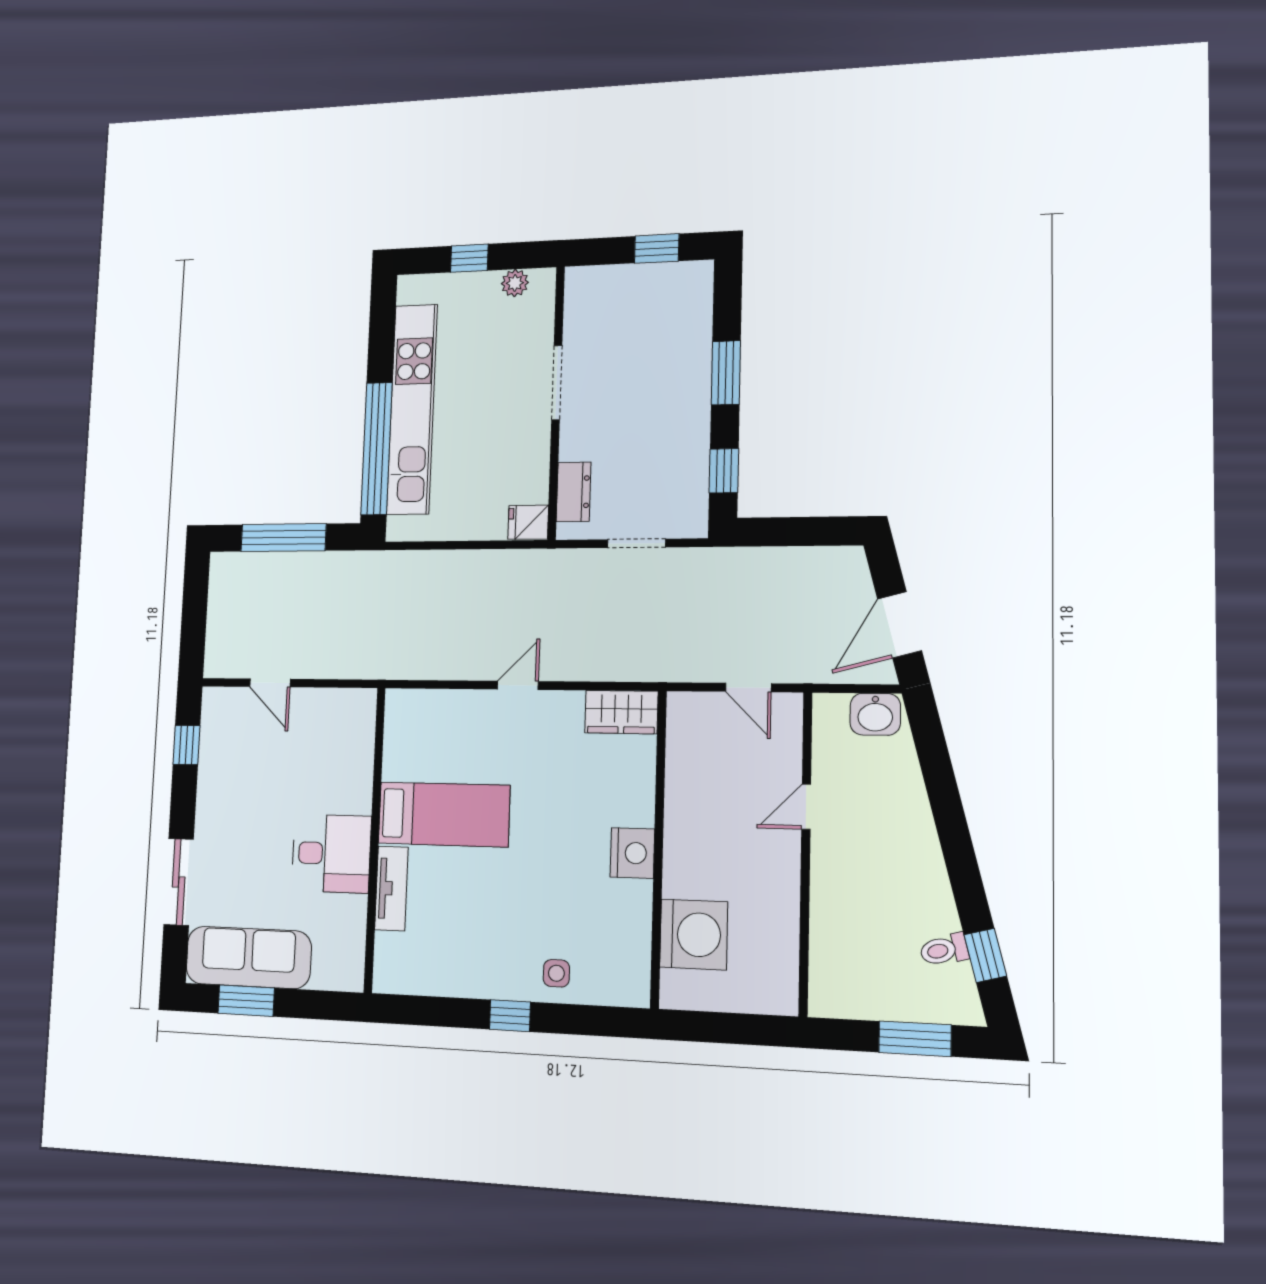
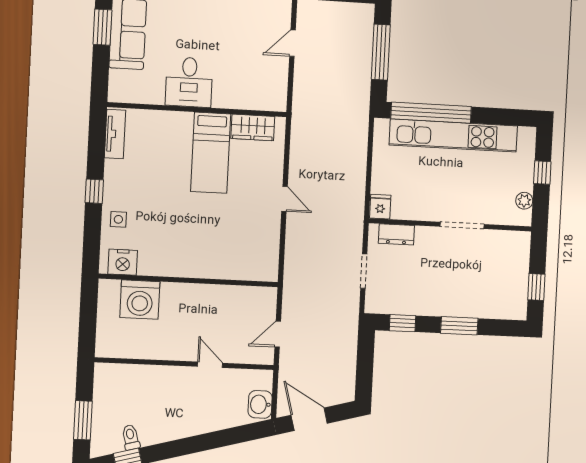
wardrobe: (621, 712) -> (253, 127), moved, turned -90
nightstand: (632, 853) -> (123, 262), moved
tv unit: (391, 888) -> (115, 134), moved, turned -90

